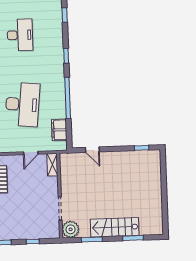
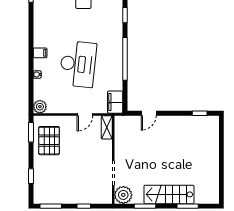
filing cabinet: (59, 130) -> (115, 102), moved
door: (92, 150) -> (149, 113), hinge flipped

